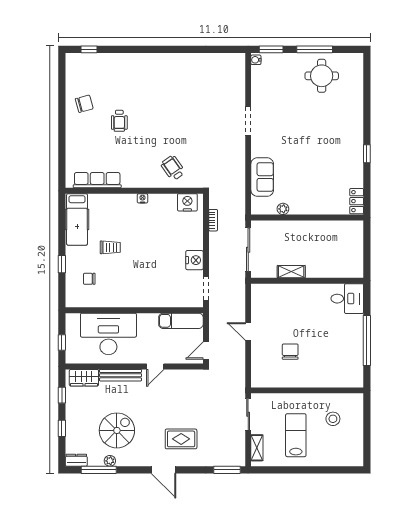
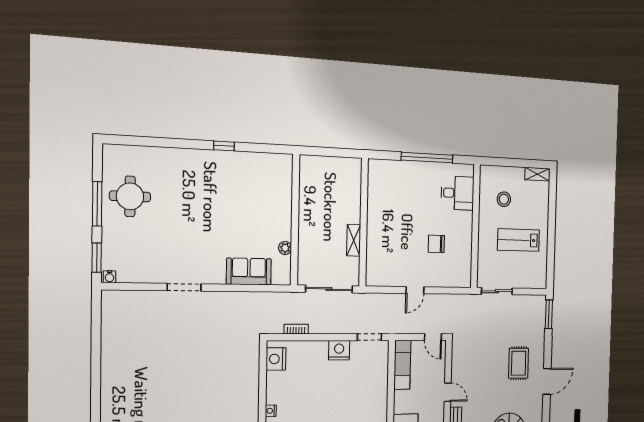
wheelchair: (173, 168) -> (237, 376), removed
locker: (357, 201) -> (278, 161), removed
desk: (347, 299) -> (457, 193), moved, turned 90
shelving: (257, 448) -> (537, 174), moved

